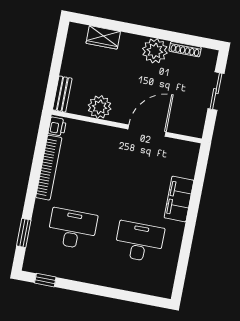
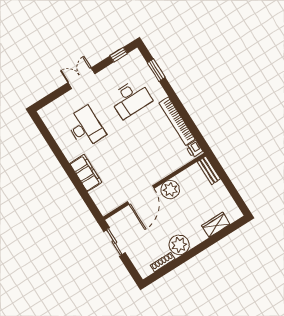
sliding door: (216, 91) -> (114, 242), moved
plant: (100, 107) -> (170, 190), moved
desk: (139, 242) -> (85, 127), turned -90
double door: (100, 291) -> (81, 78), added

